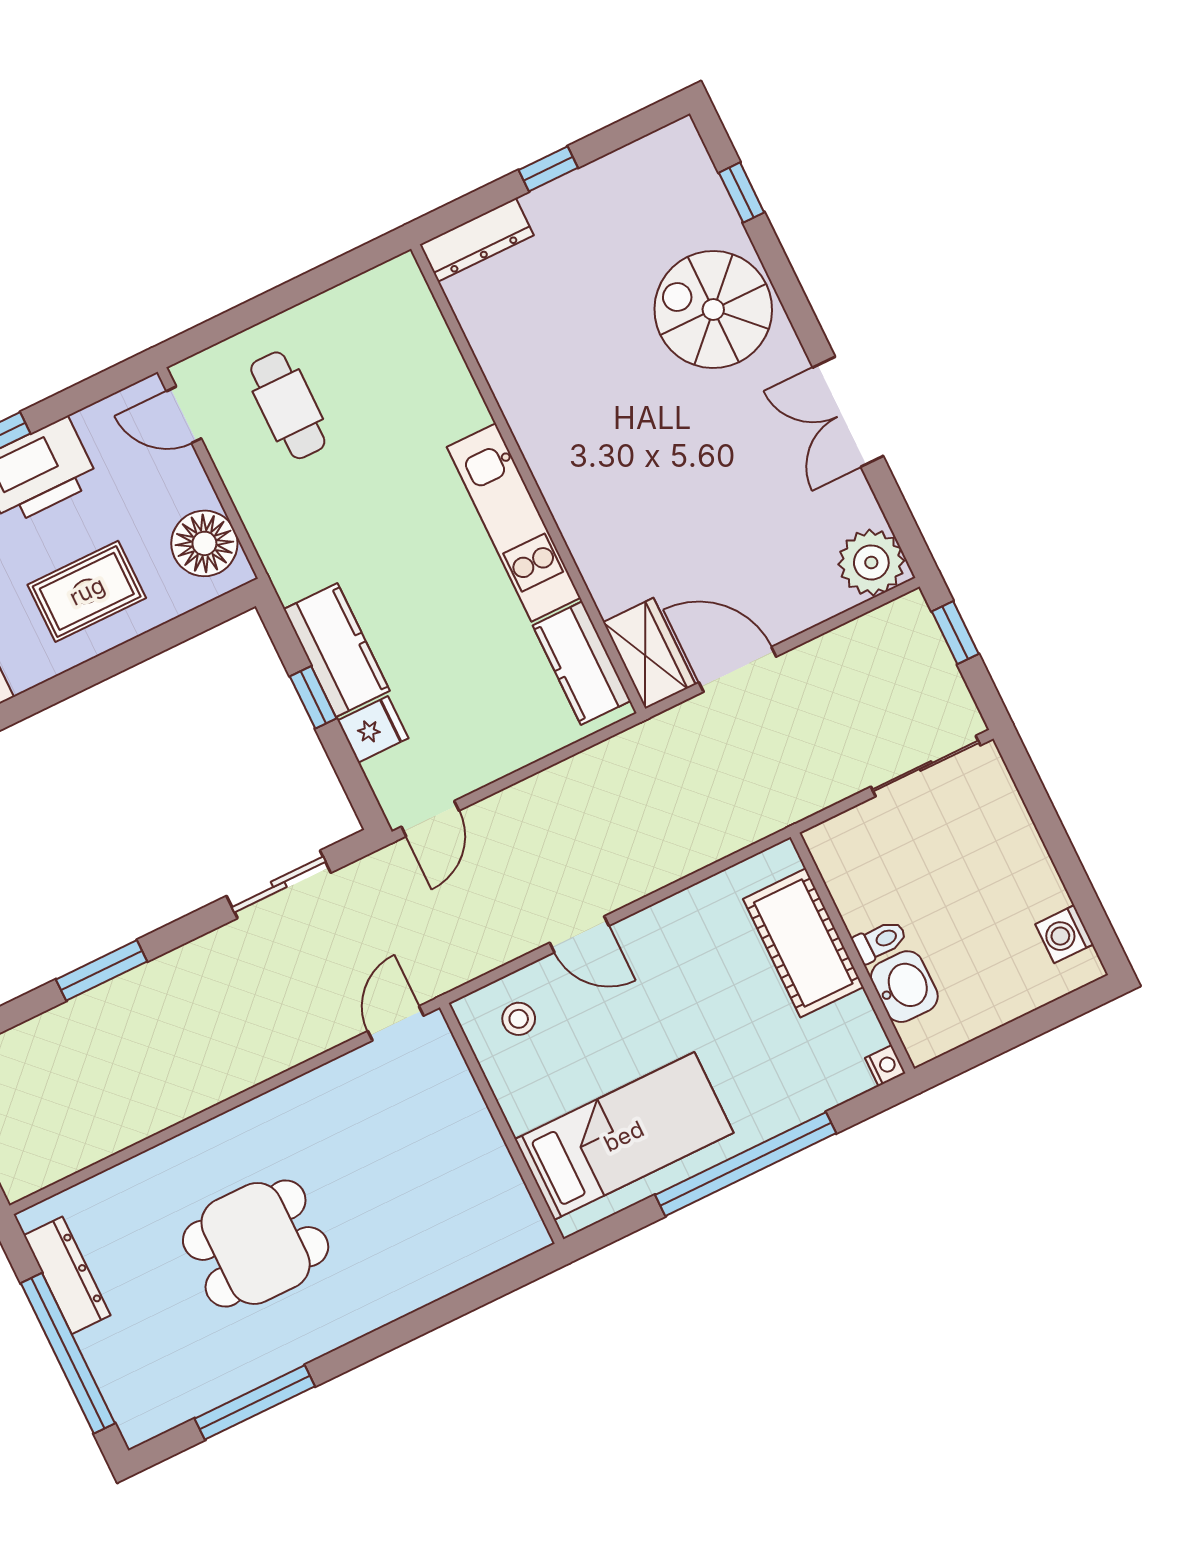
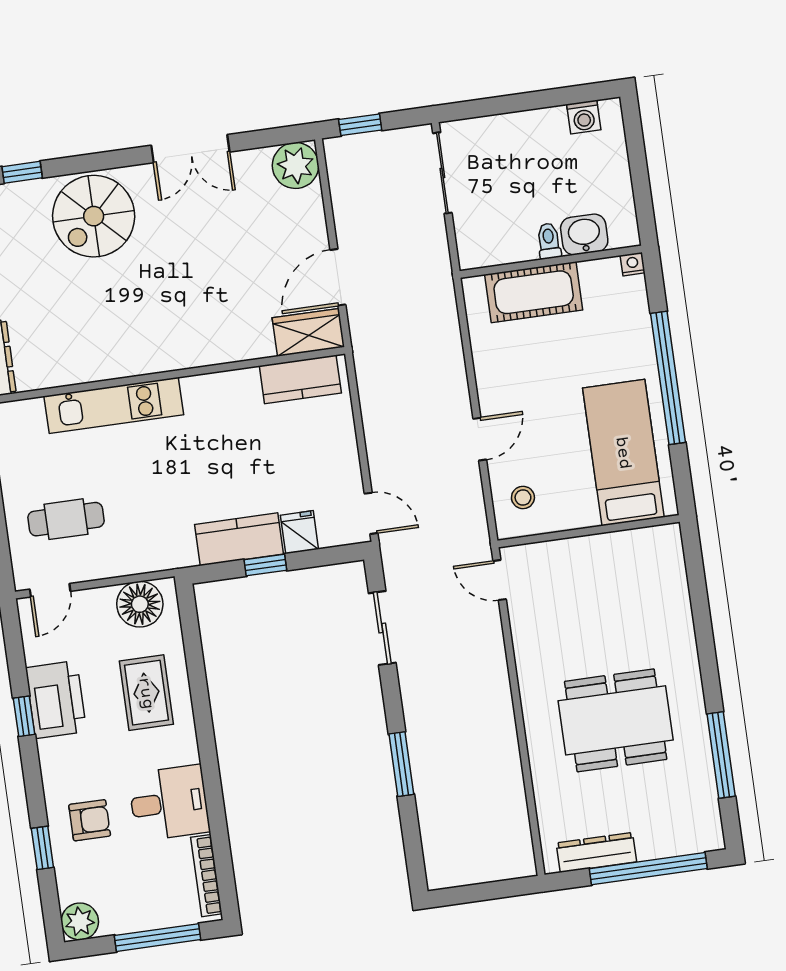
kitchen unit: (514, 522) -> (114, 405), moved
dining table: (256, 1243) -> (616, 720), width x1.37

